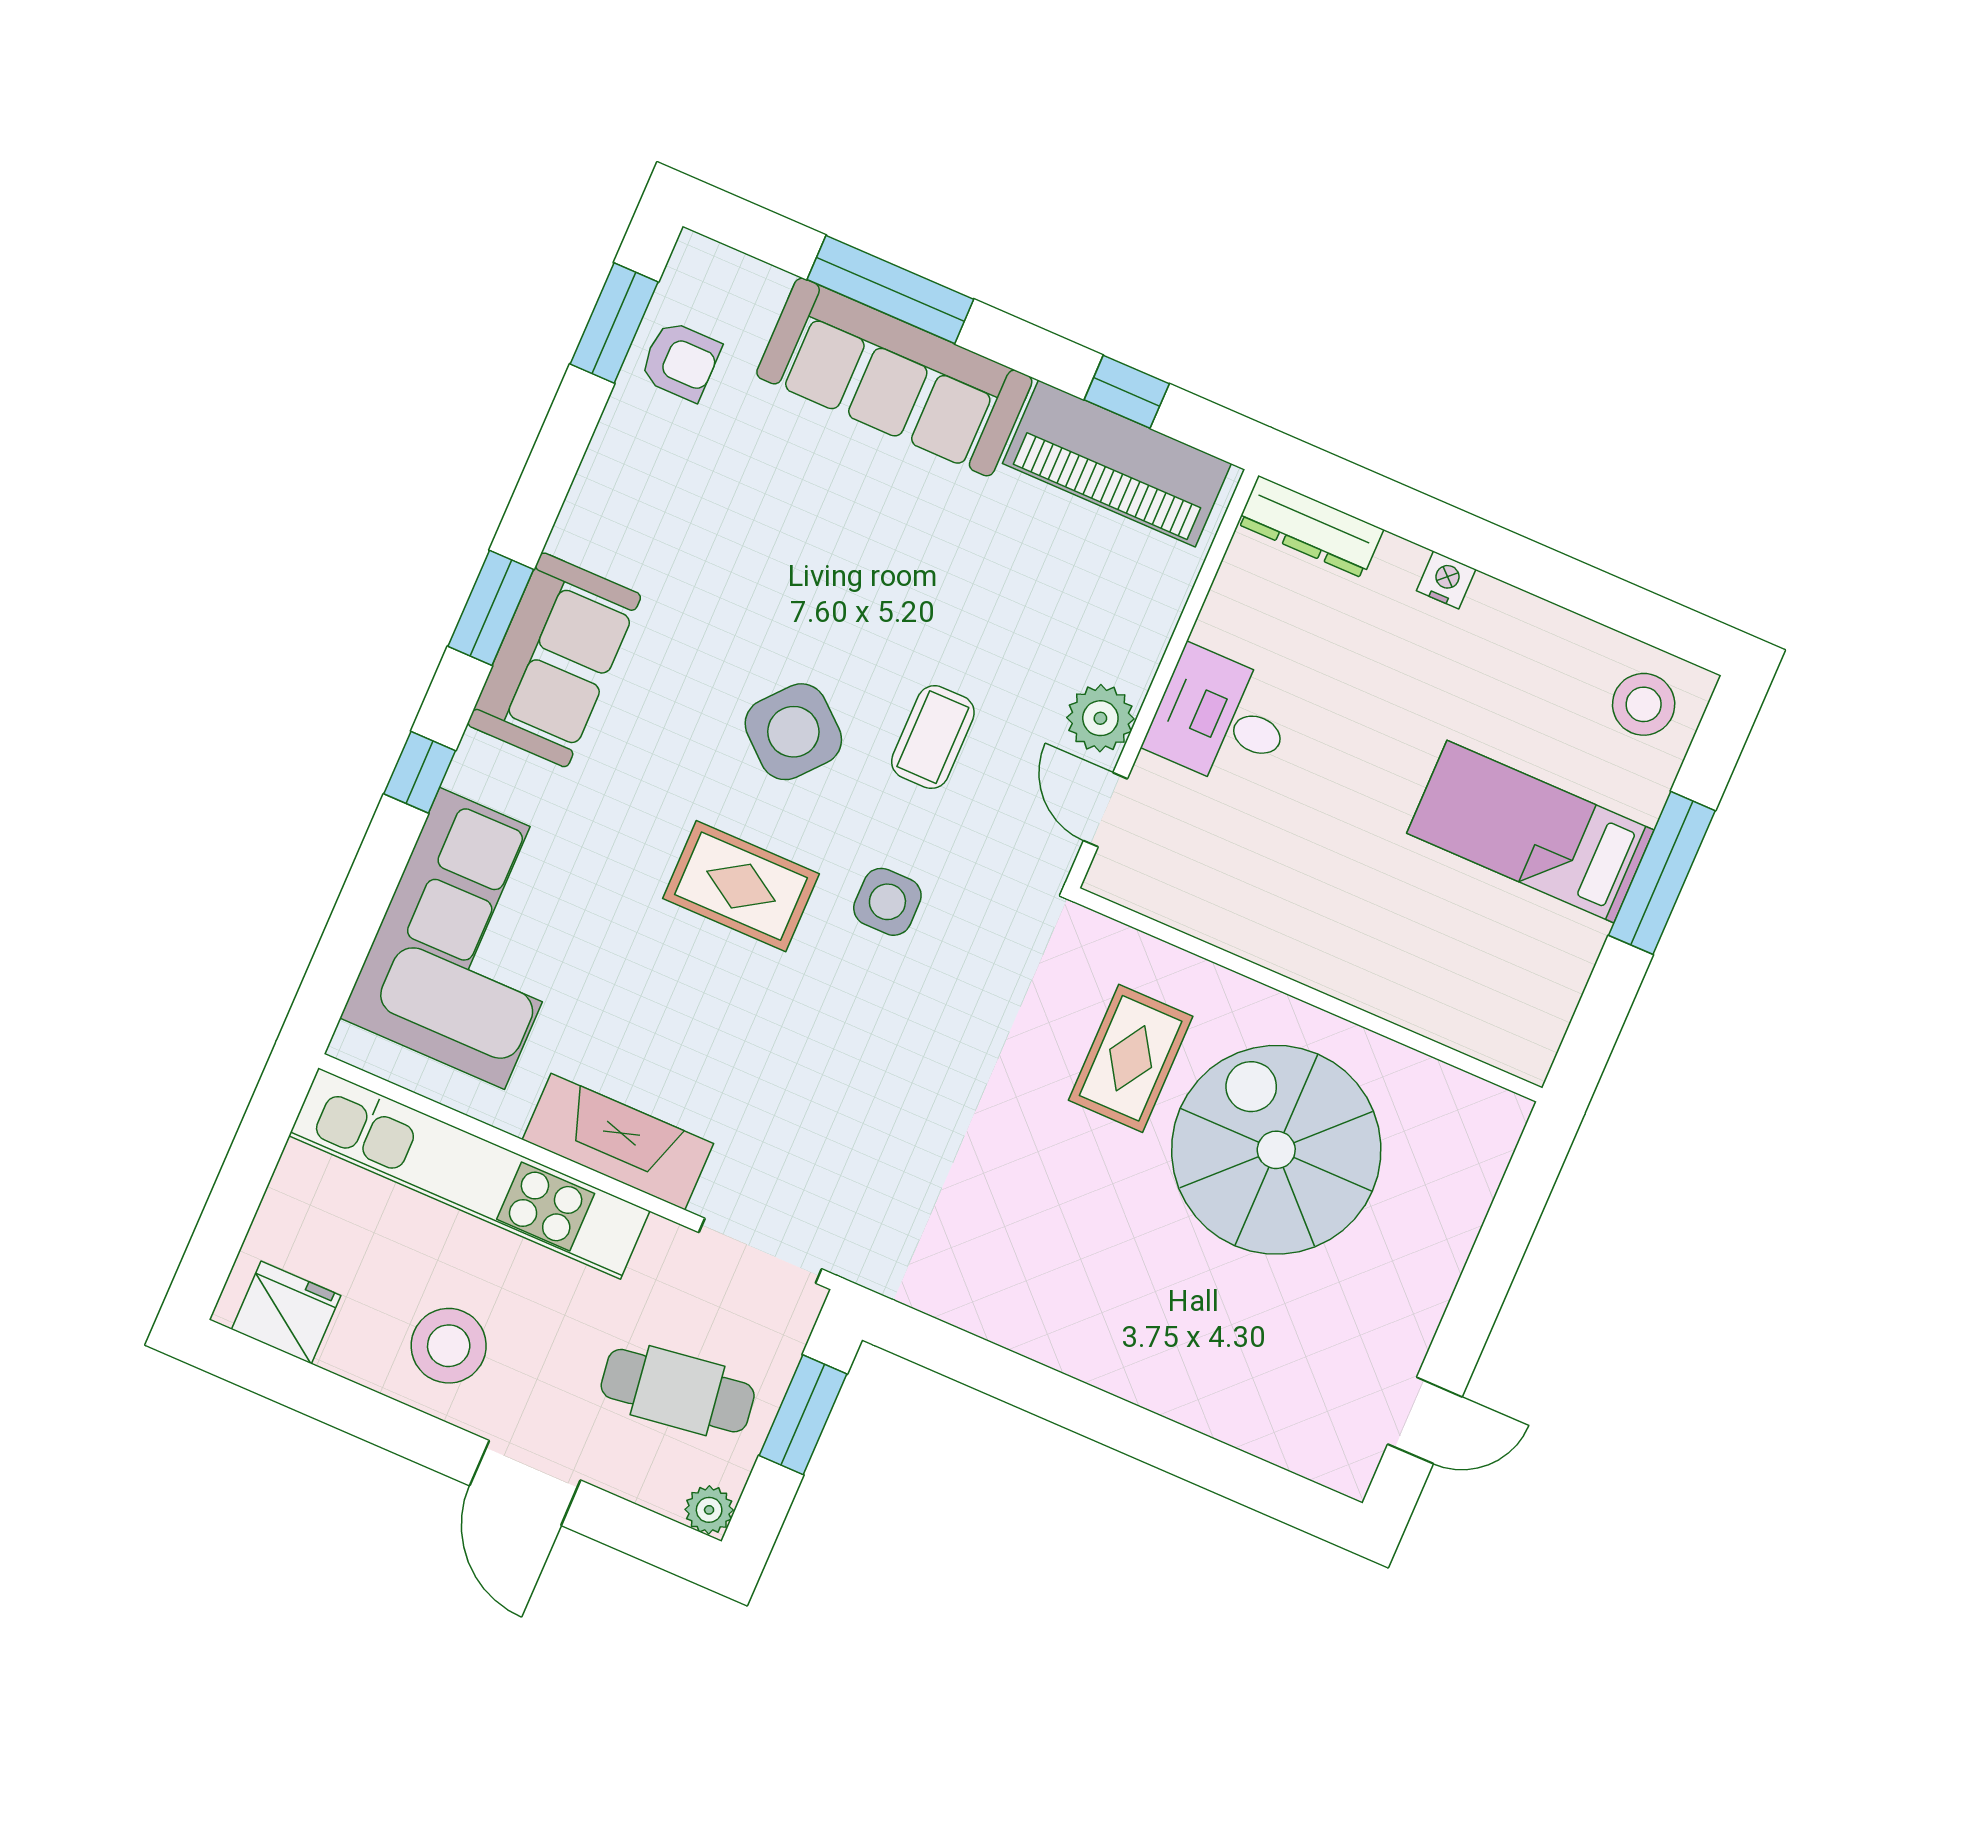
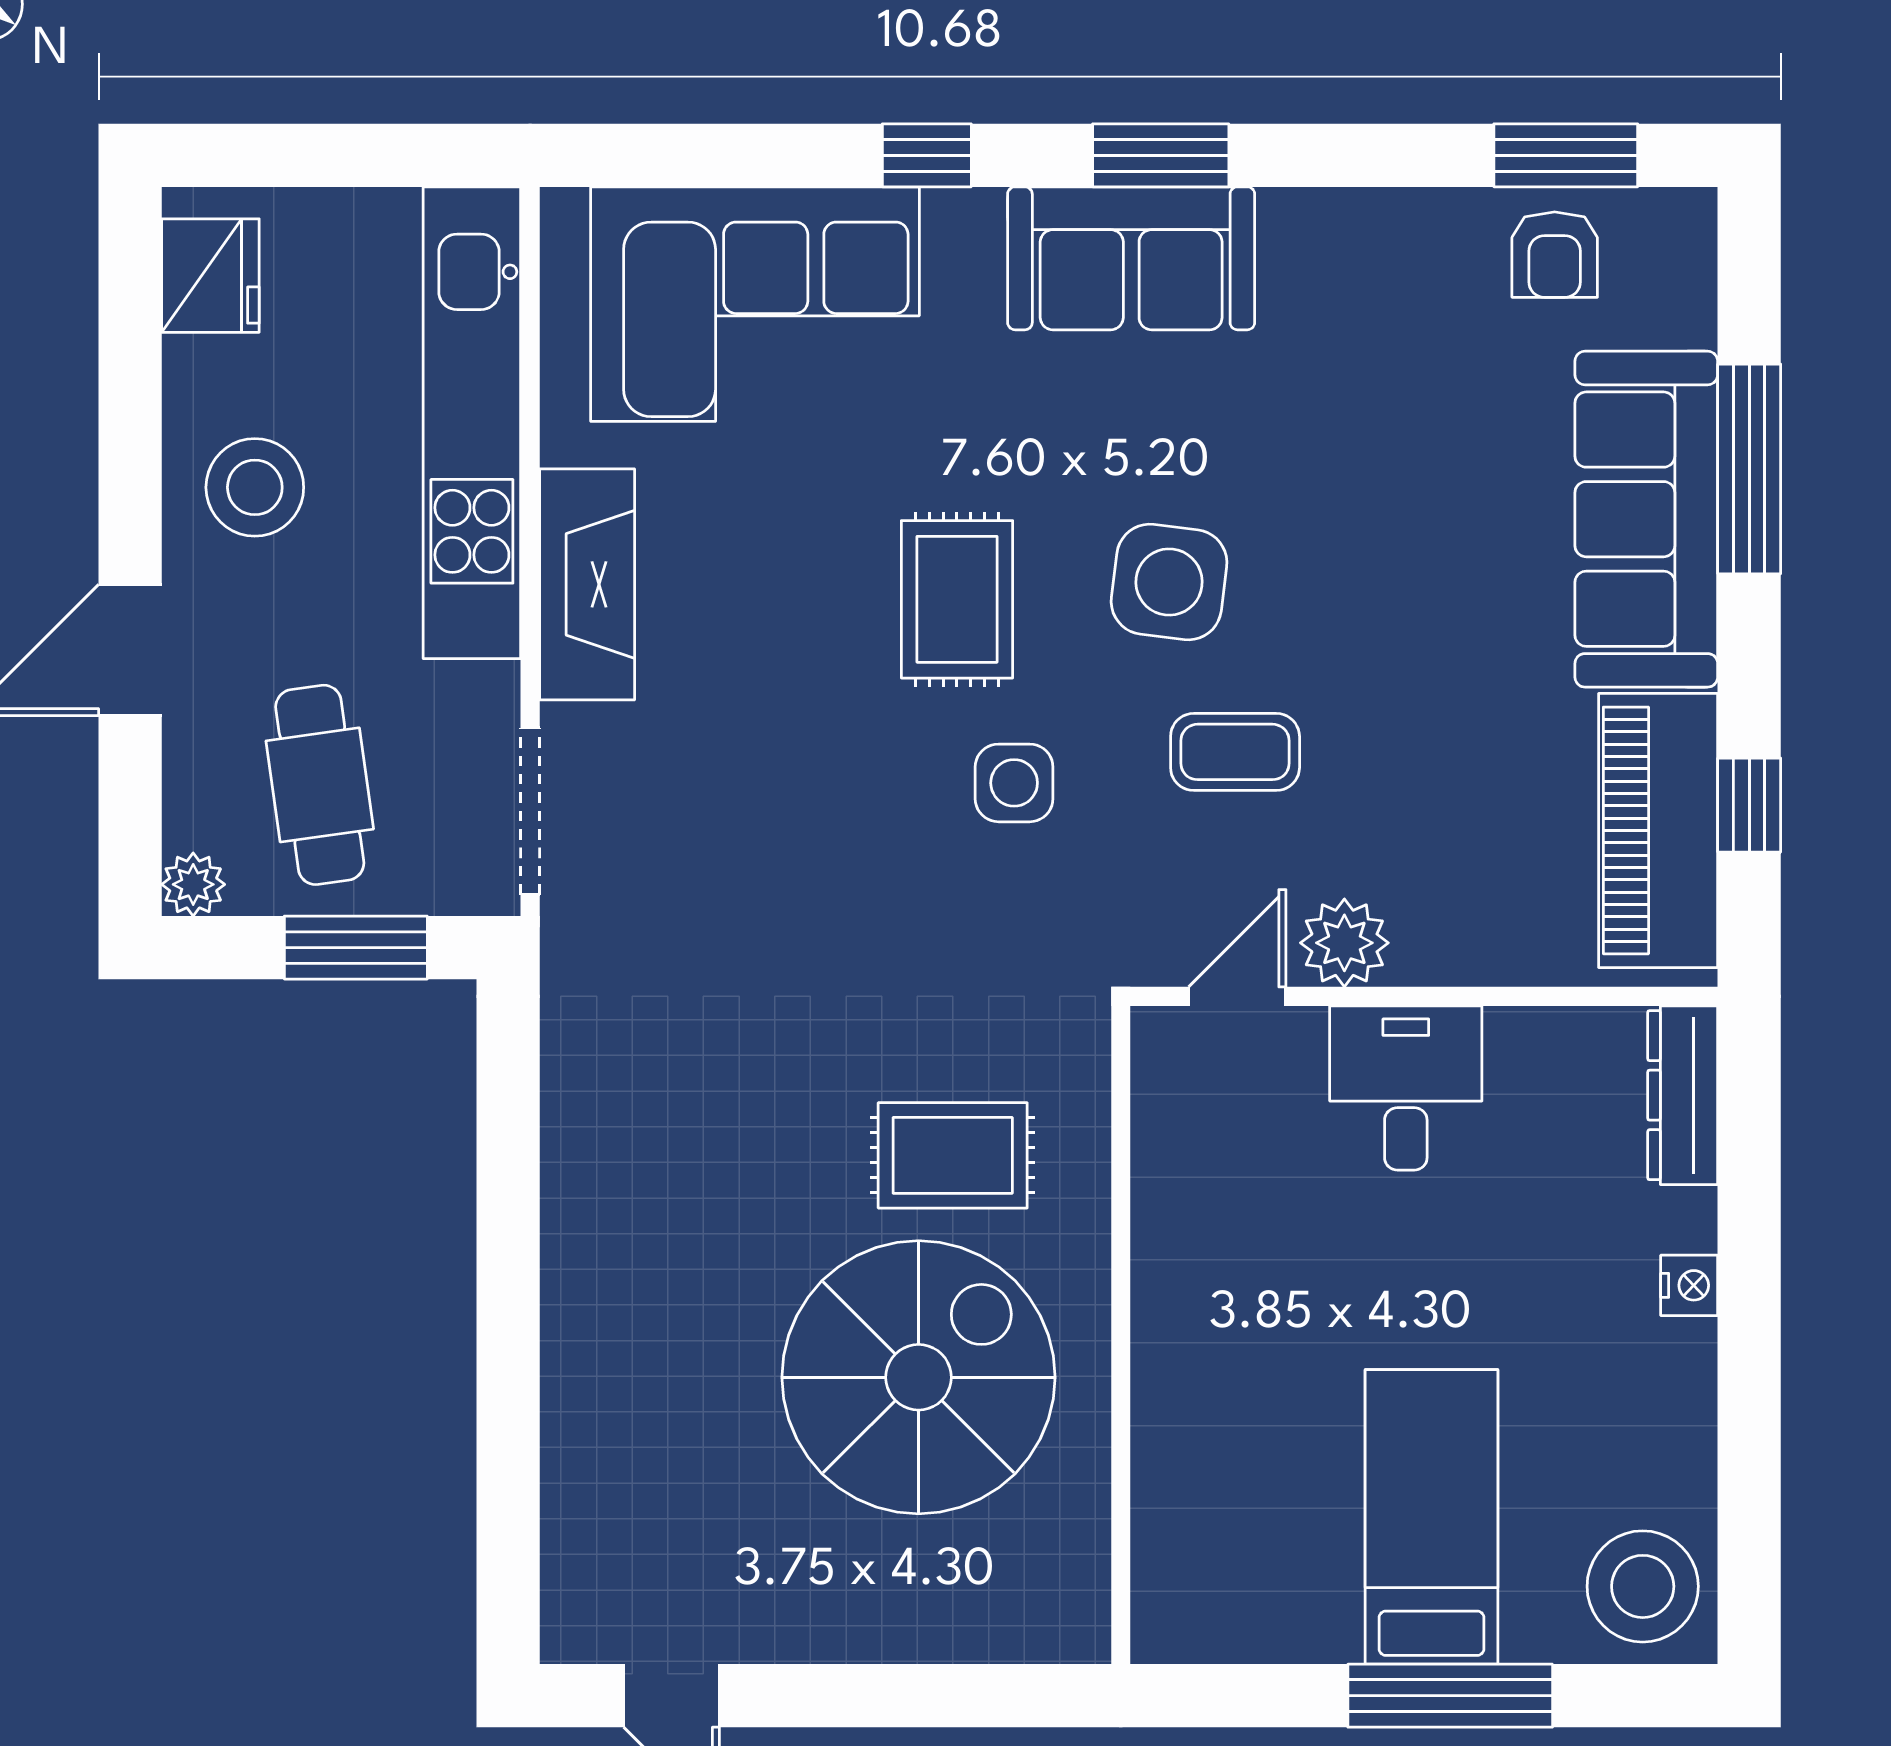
stool: (1644, 704) -> (1643, 1586), width x1.38, depth x1.38
side table: (793, 732) -> (1169, 582), turned -34

